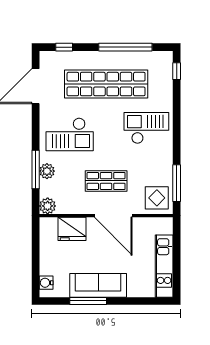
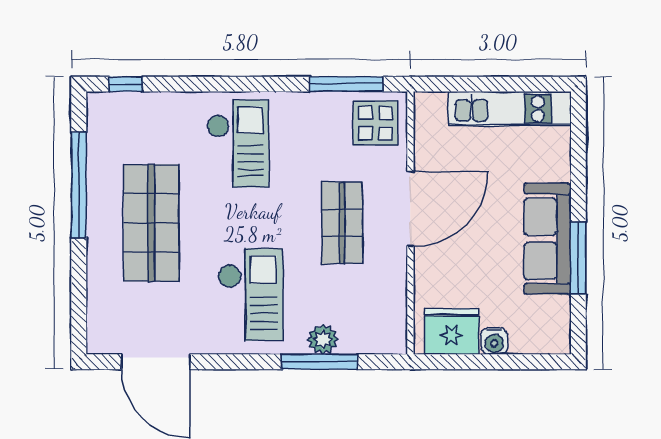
window: (64, 47) -> (79, 306), removed
shop shelf: (106, 84) -> (151, 223), width x0.71
checkout: (146, 128) -> (238, 144), turned 180
plant: (48, 206) -> (391, 338), removed
fridge: (72, 229) -> (451, 331), moved, turned -90
water cooler: (46, 283) -> (494, 341), moved

